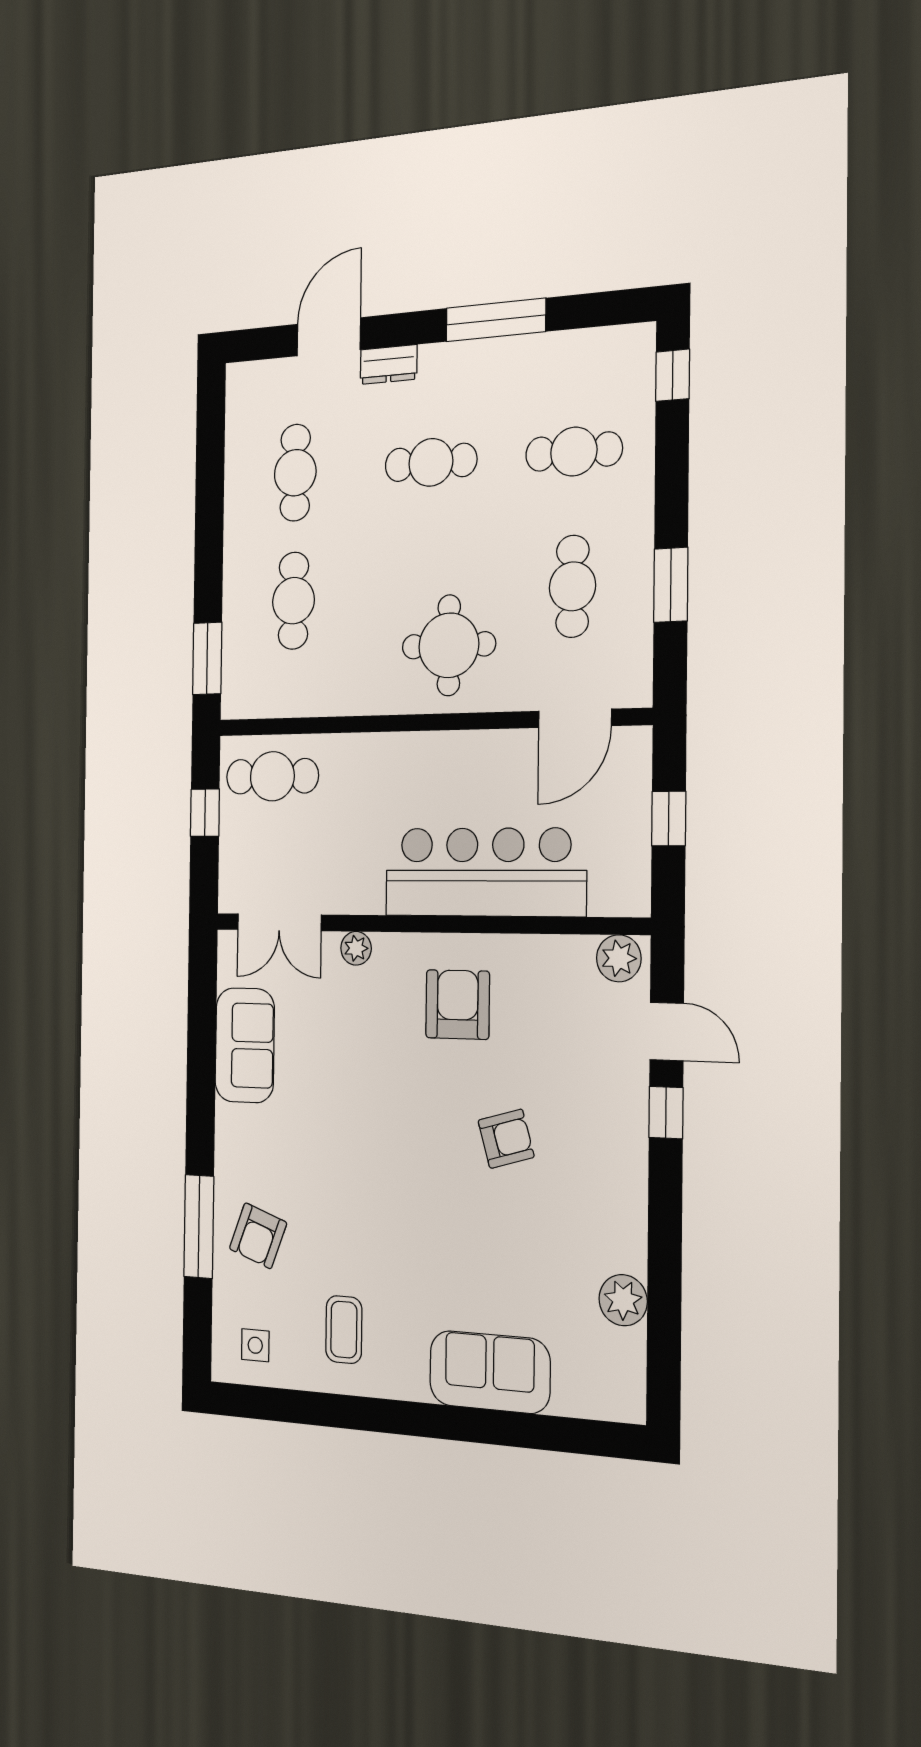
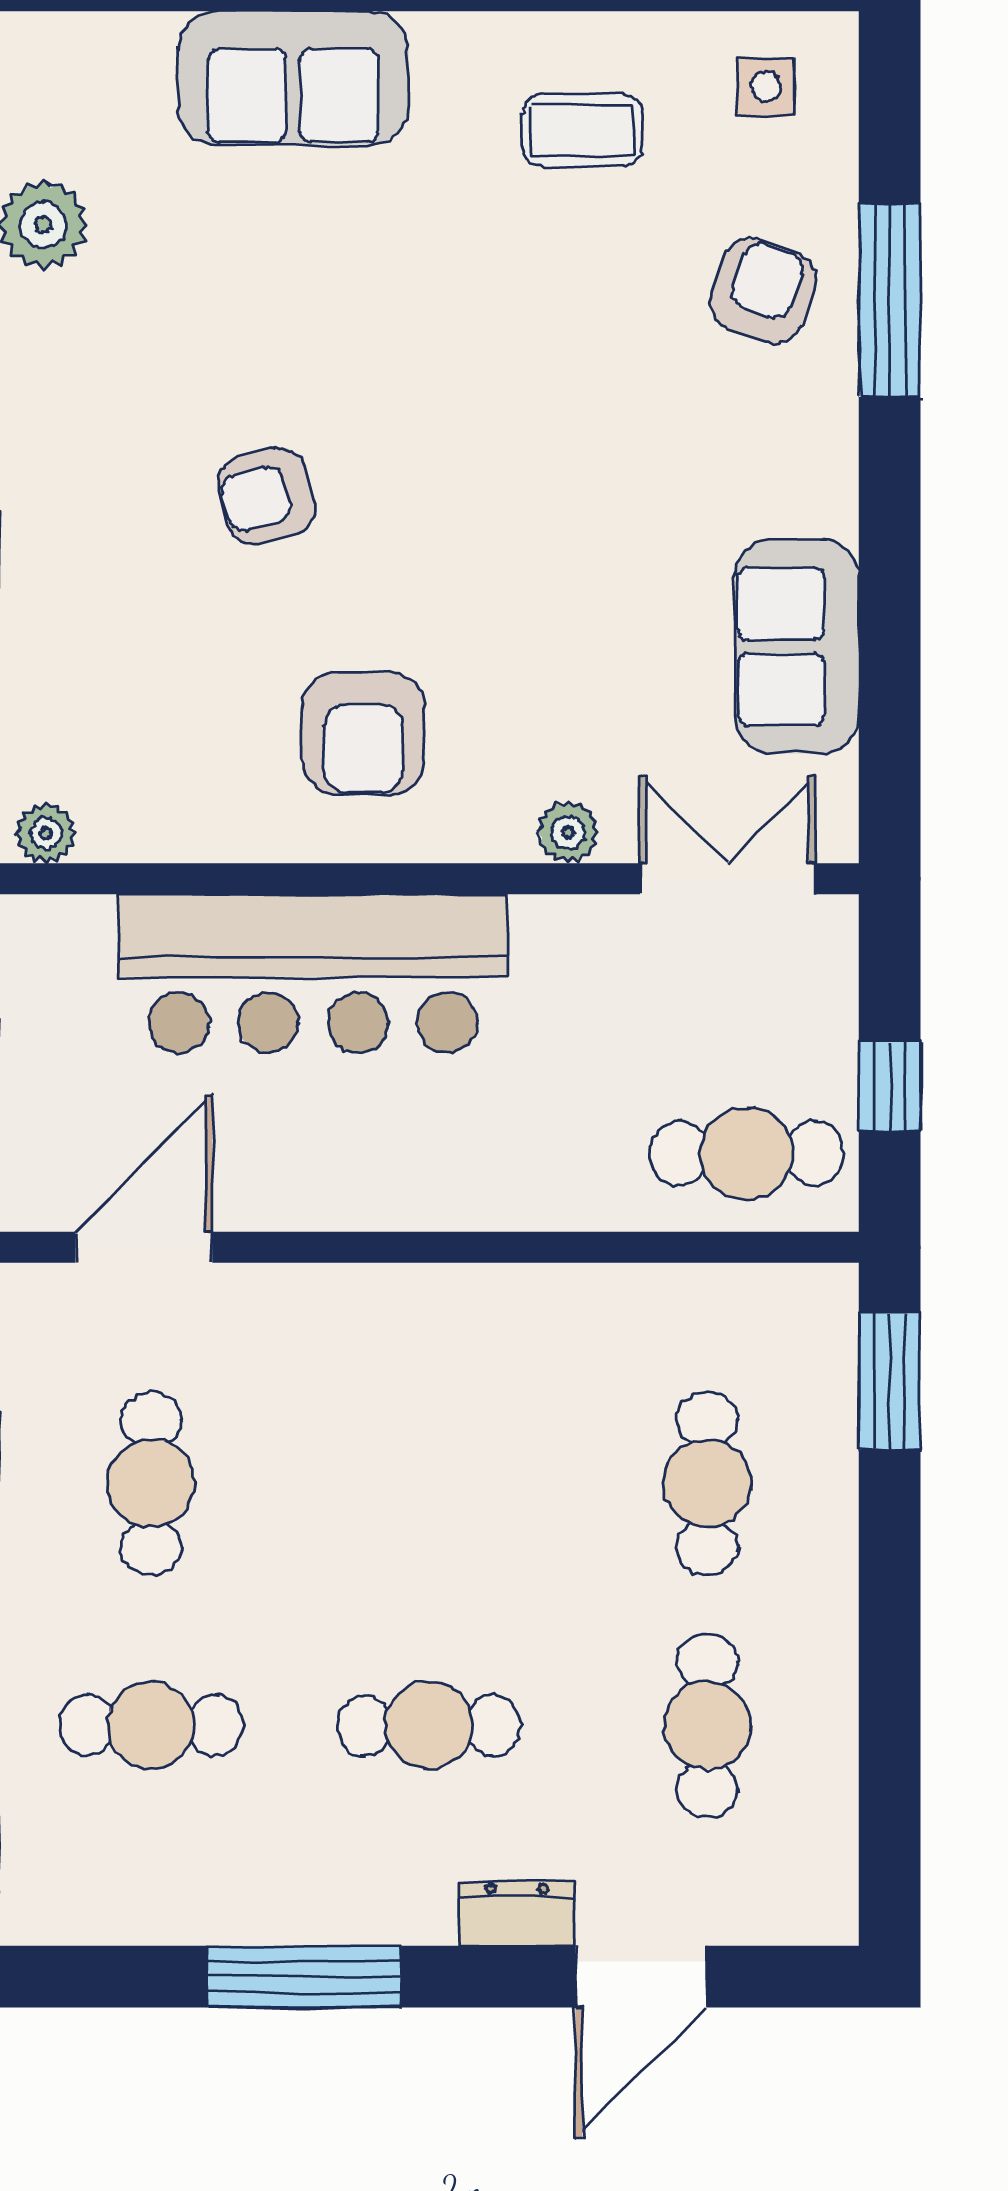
round table: (449, 645) -> (389, 1387), removed
plant: (619, 958) -> (46, 833), width x0.73, depth x0.73
coffee table: (344, 1330) -> (583, 130), turned 90

